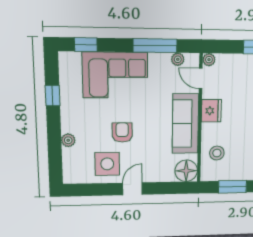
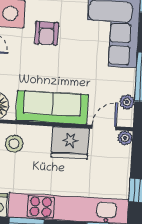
fridge: (211, 111) -> (70, 143), width x1.36, depth x1.34
armchair: (122, 132) -> (47, 33), turned 90

